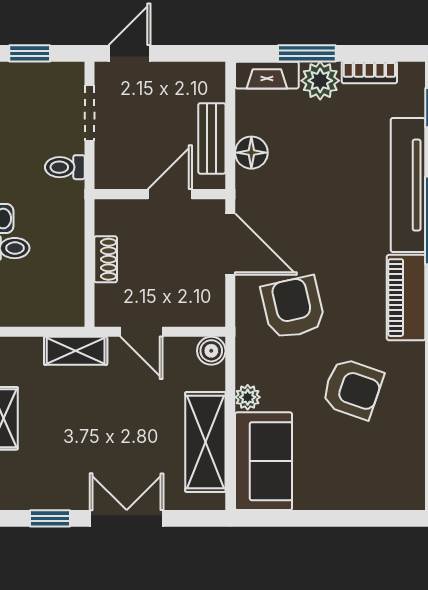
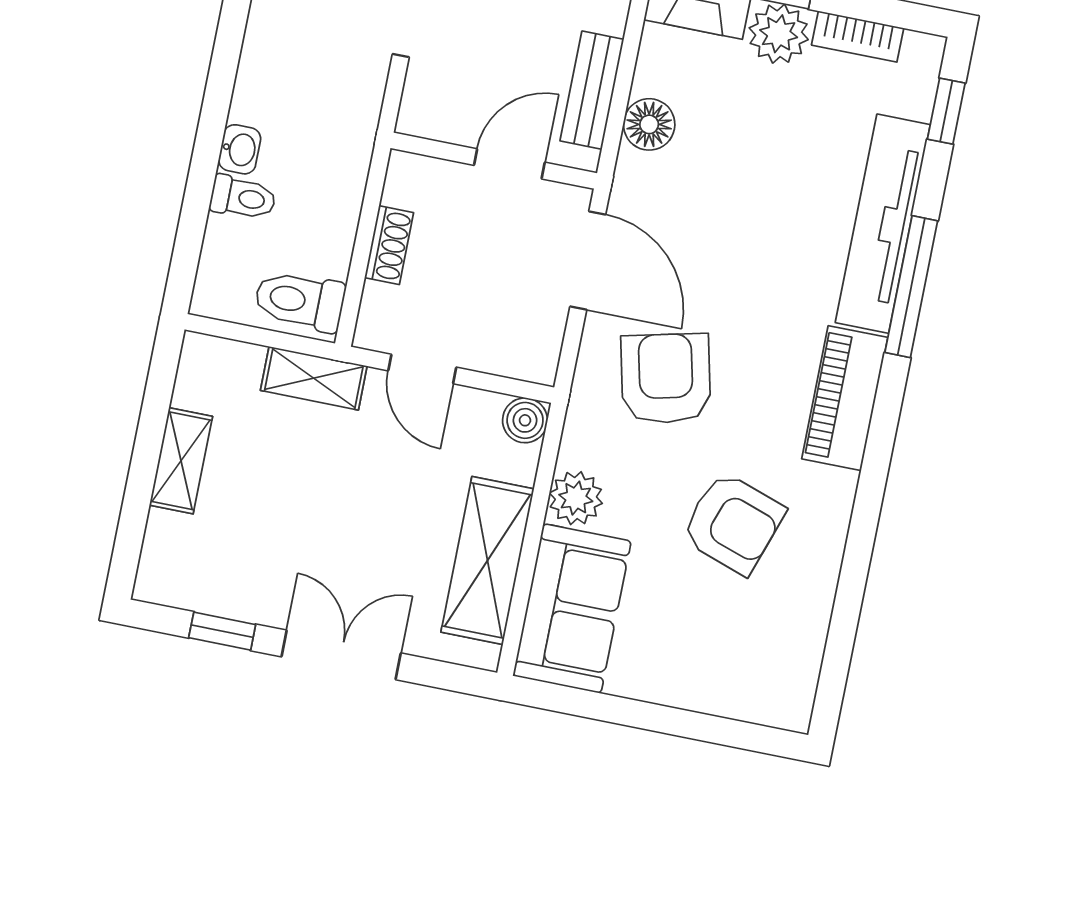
toilet: (65, 167) -> (300, 301), moved, width x1.37, depth x1.39
plant: (248, 397) -> (576, 498), width x1.38, depth x1.38

